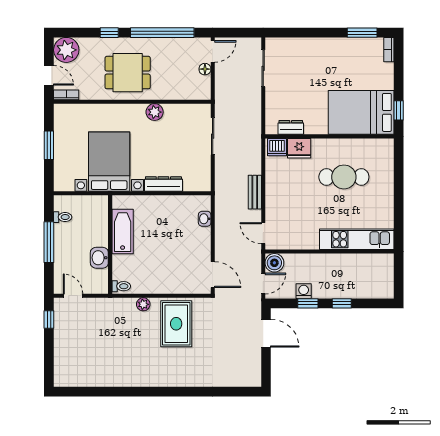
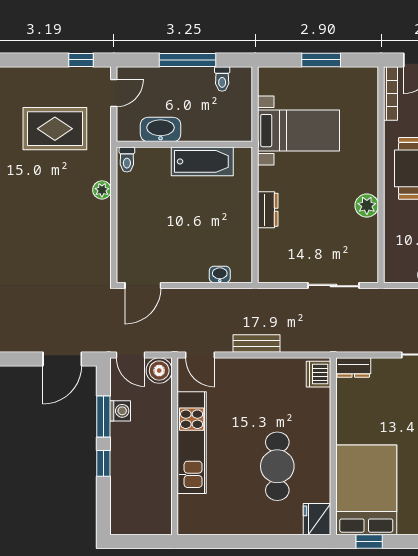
bookcase: (66, 95) -> (391, 93), width x1.56
dresser: (291, 127) -> (353, 367), moved, turned 90
fridge: (299, 148) -> (317, 519), moved
bed with nightstands: (109, 162) -> (299, 131), width x0.73
dresser: (163, 184) -> (268, 210), width x0.70
door: (263, 233) -> (200, 355), swing flipped
kitchen unit: (357, 239) -> (192, 443), moved
washbasin: (99, 258) -> (161, 129), width x1.38
window: (308, 303) -> (103, 417), width x1.50
rug: (176, 324) -> (55, 129), moved

